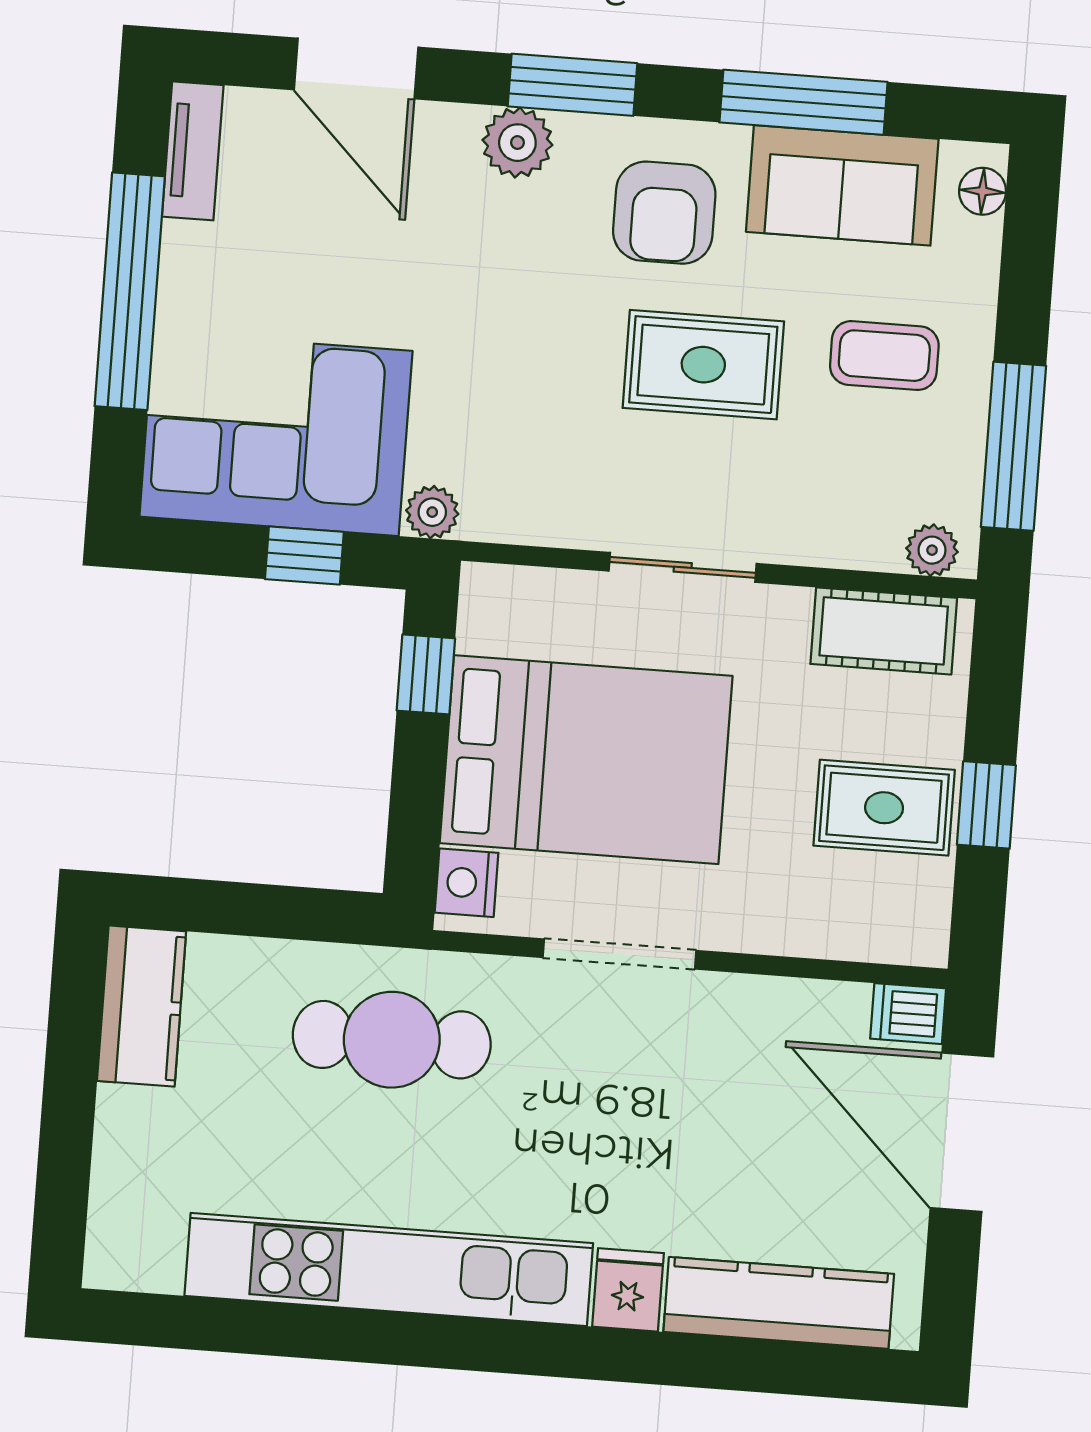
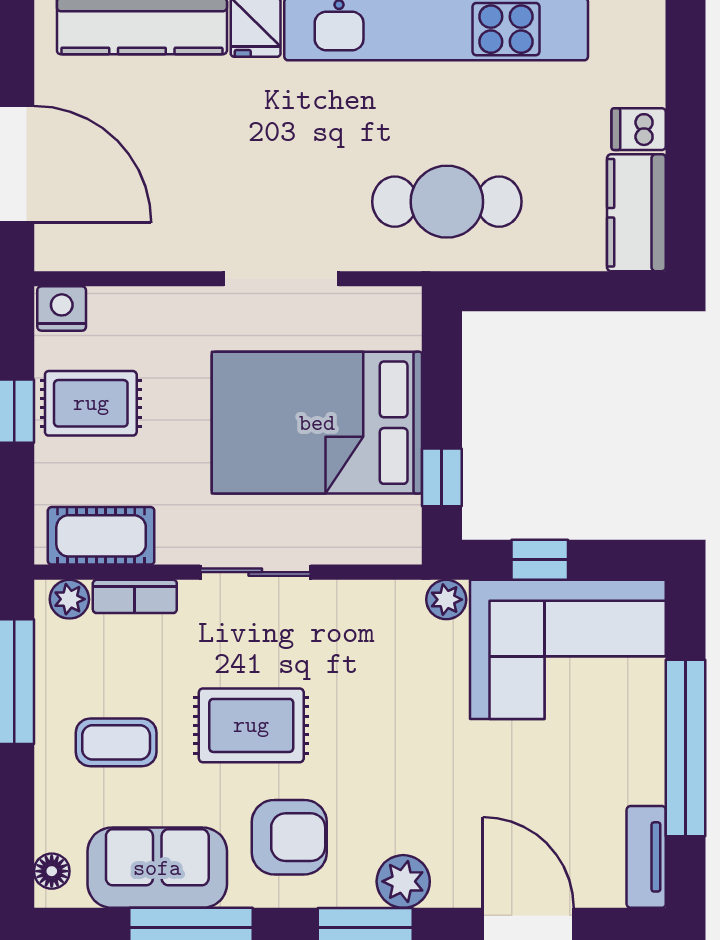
armchair: (664, 213) -> (289, 837), turned 90
bookcase: (845, 547) -> (135, 596), added
nightstand: (466, 883) -> (62, 308), moved, turned -90
dishwasher: (908, 1014) -> (639, 129), moved, turned 180

